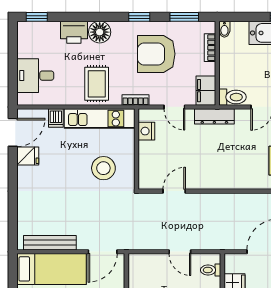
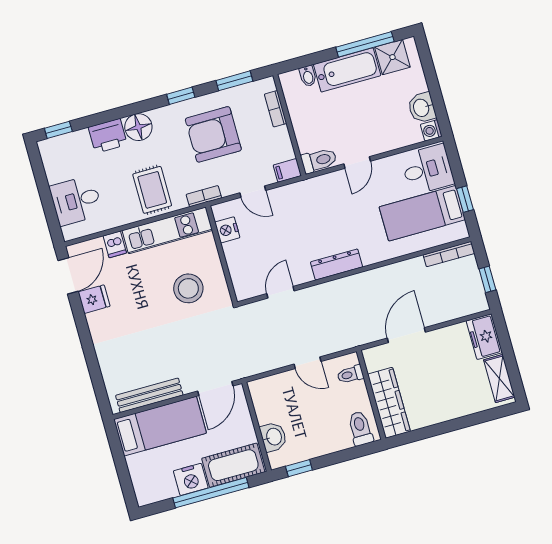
bidet: (224, 29) -> (308, 76), moved
filing cabinet: (206, 91) -> (287, 170), width x0.50
dresser: (214, 116) -> (337, 264), moved, turned 180

